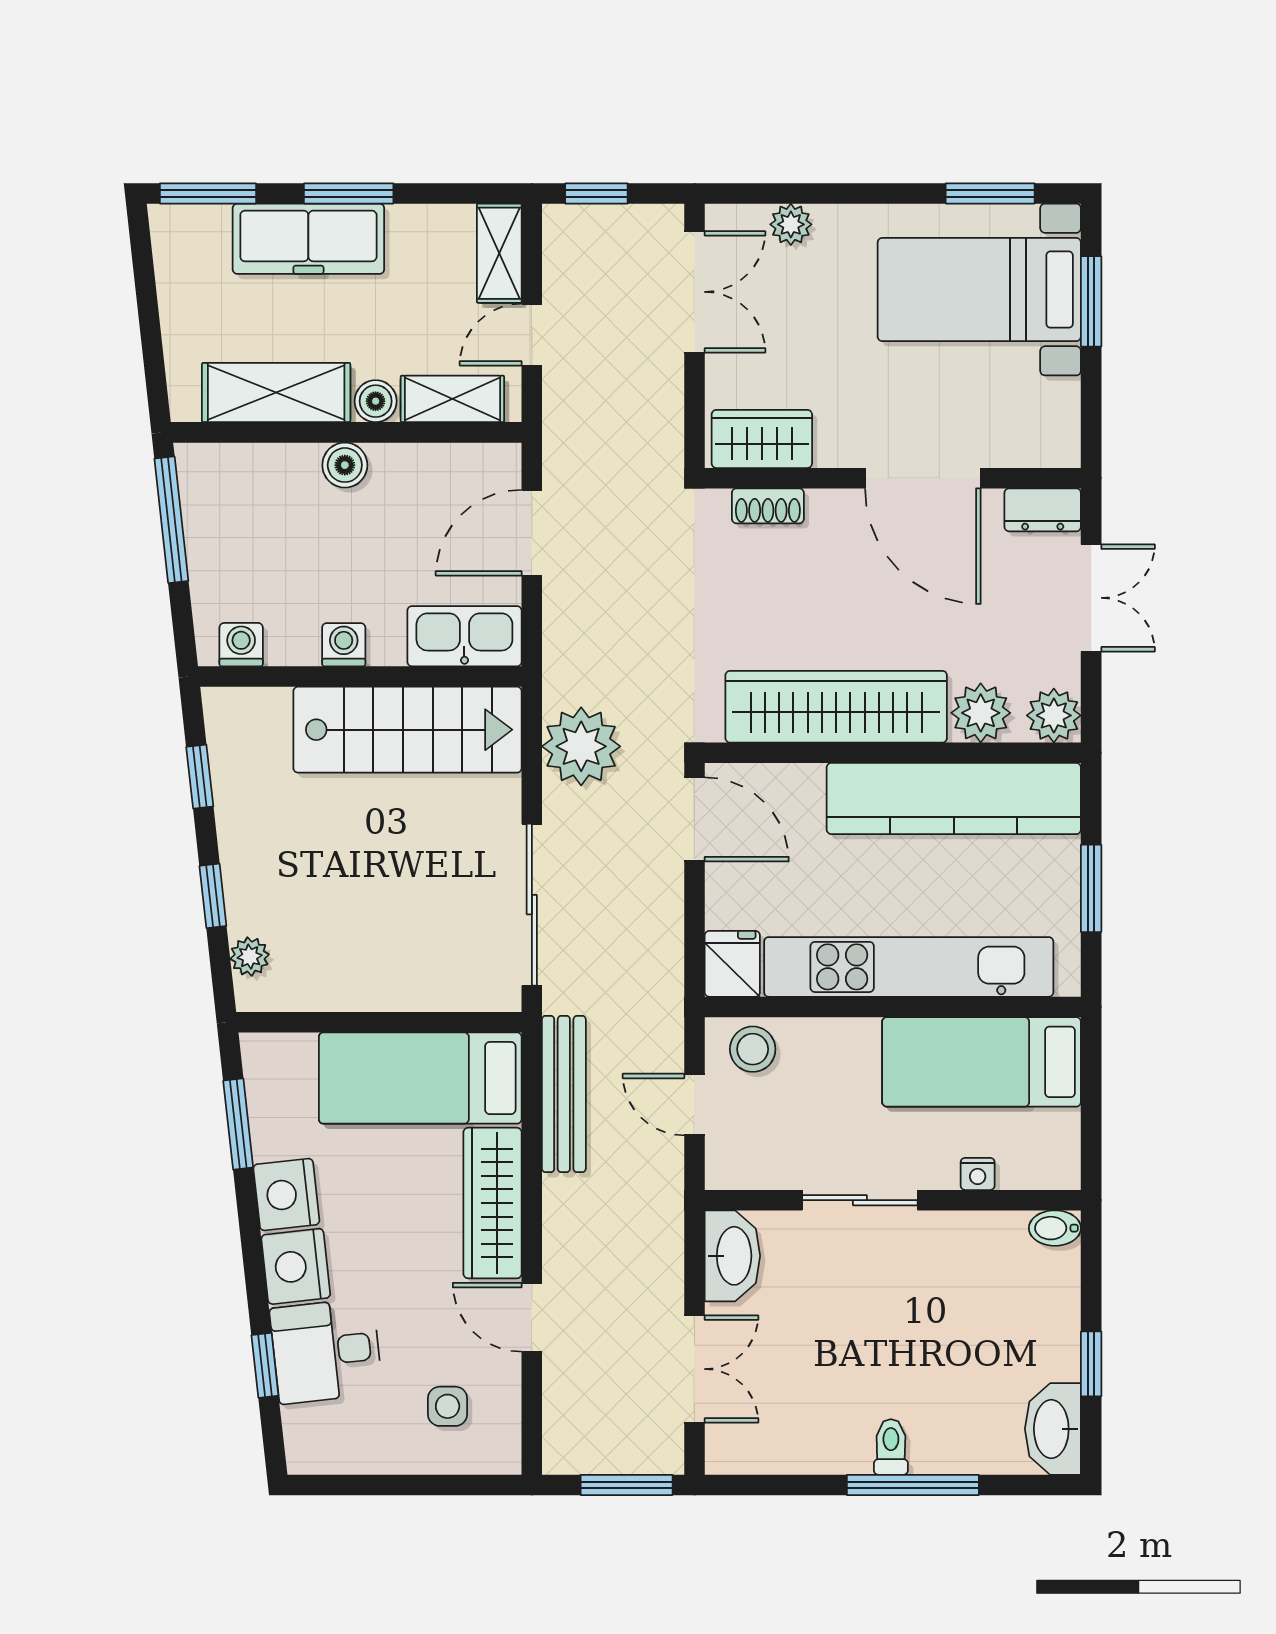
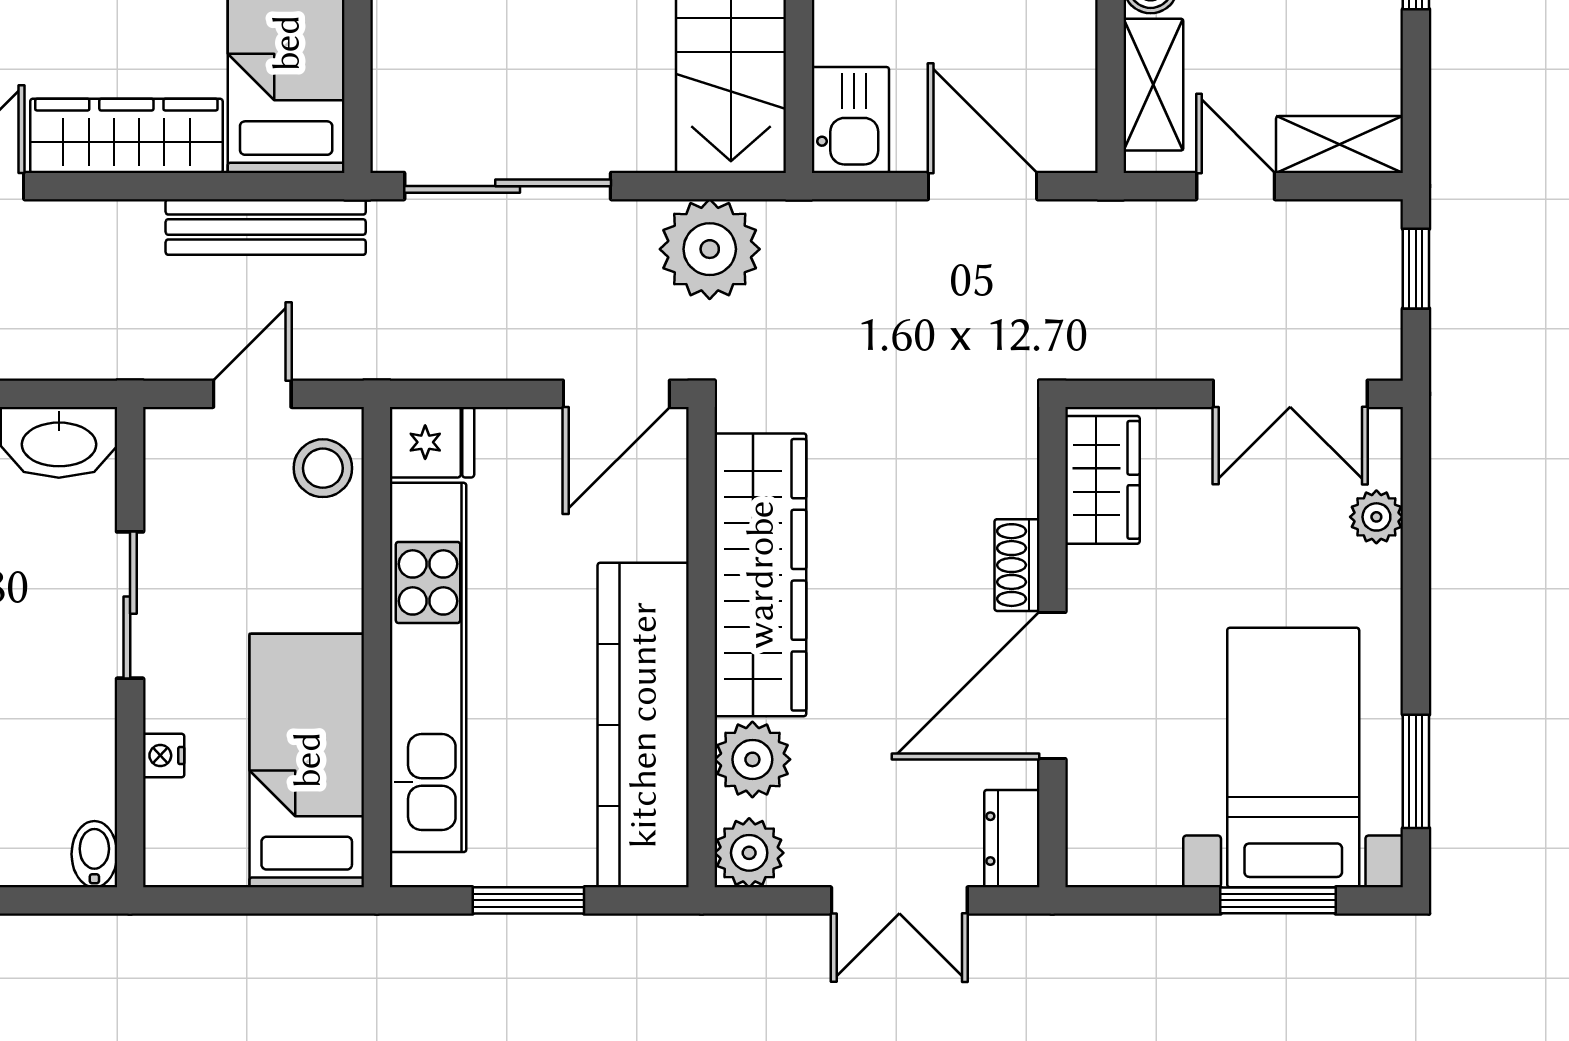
shoe rack: (768, 506) -> (1017, 565), moved
kitchen sink: (464, 636) -> (850, 120), width x0.73

